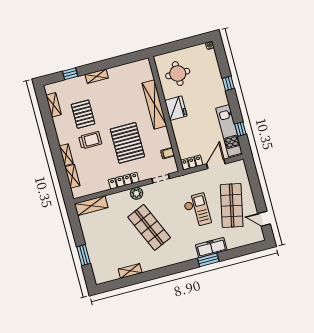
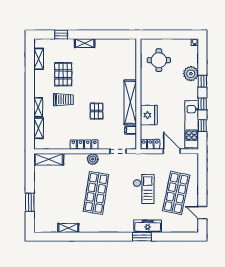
plant: (214, 79) -> (191, 74), added
shelving: (154, 104) -> (130, 102), moved
window: (234, 107) -> (202, 104), added
fridge: (176, 108) -> (149, 115), moved
pallet: (127, 143) -> (97, 111), width x0.49, depth x0.50
door: (216, 164) -> (172, 151), hinge flipped
shop shelf: (149, 227) -> (96, 193), turned 33

